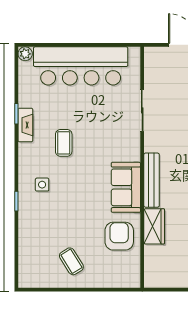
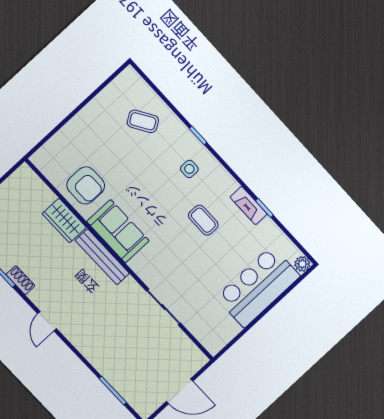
bar counter: (81, 66) -> (258, 287), width x0.73
coffee table: (71, 261) -> (143, 121), moved

